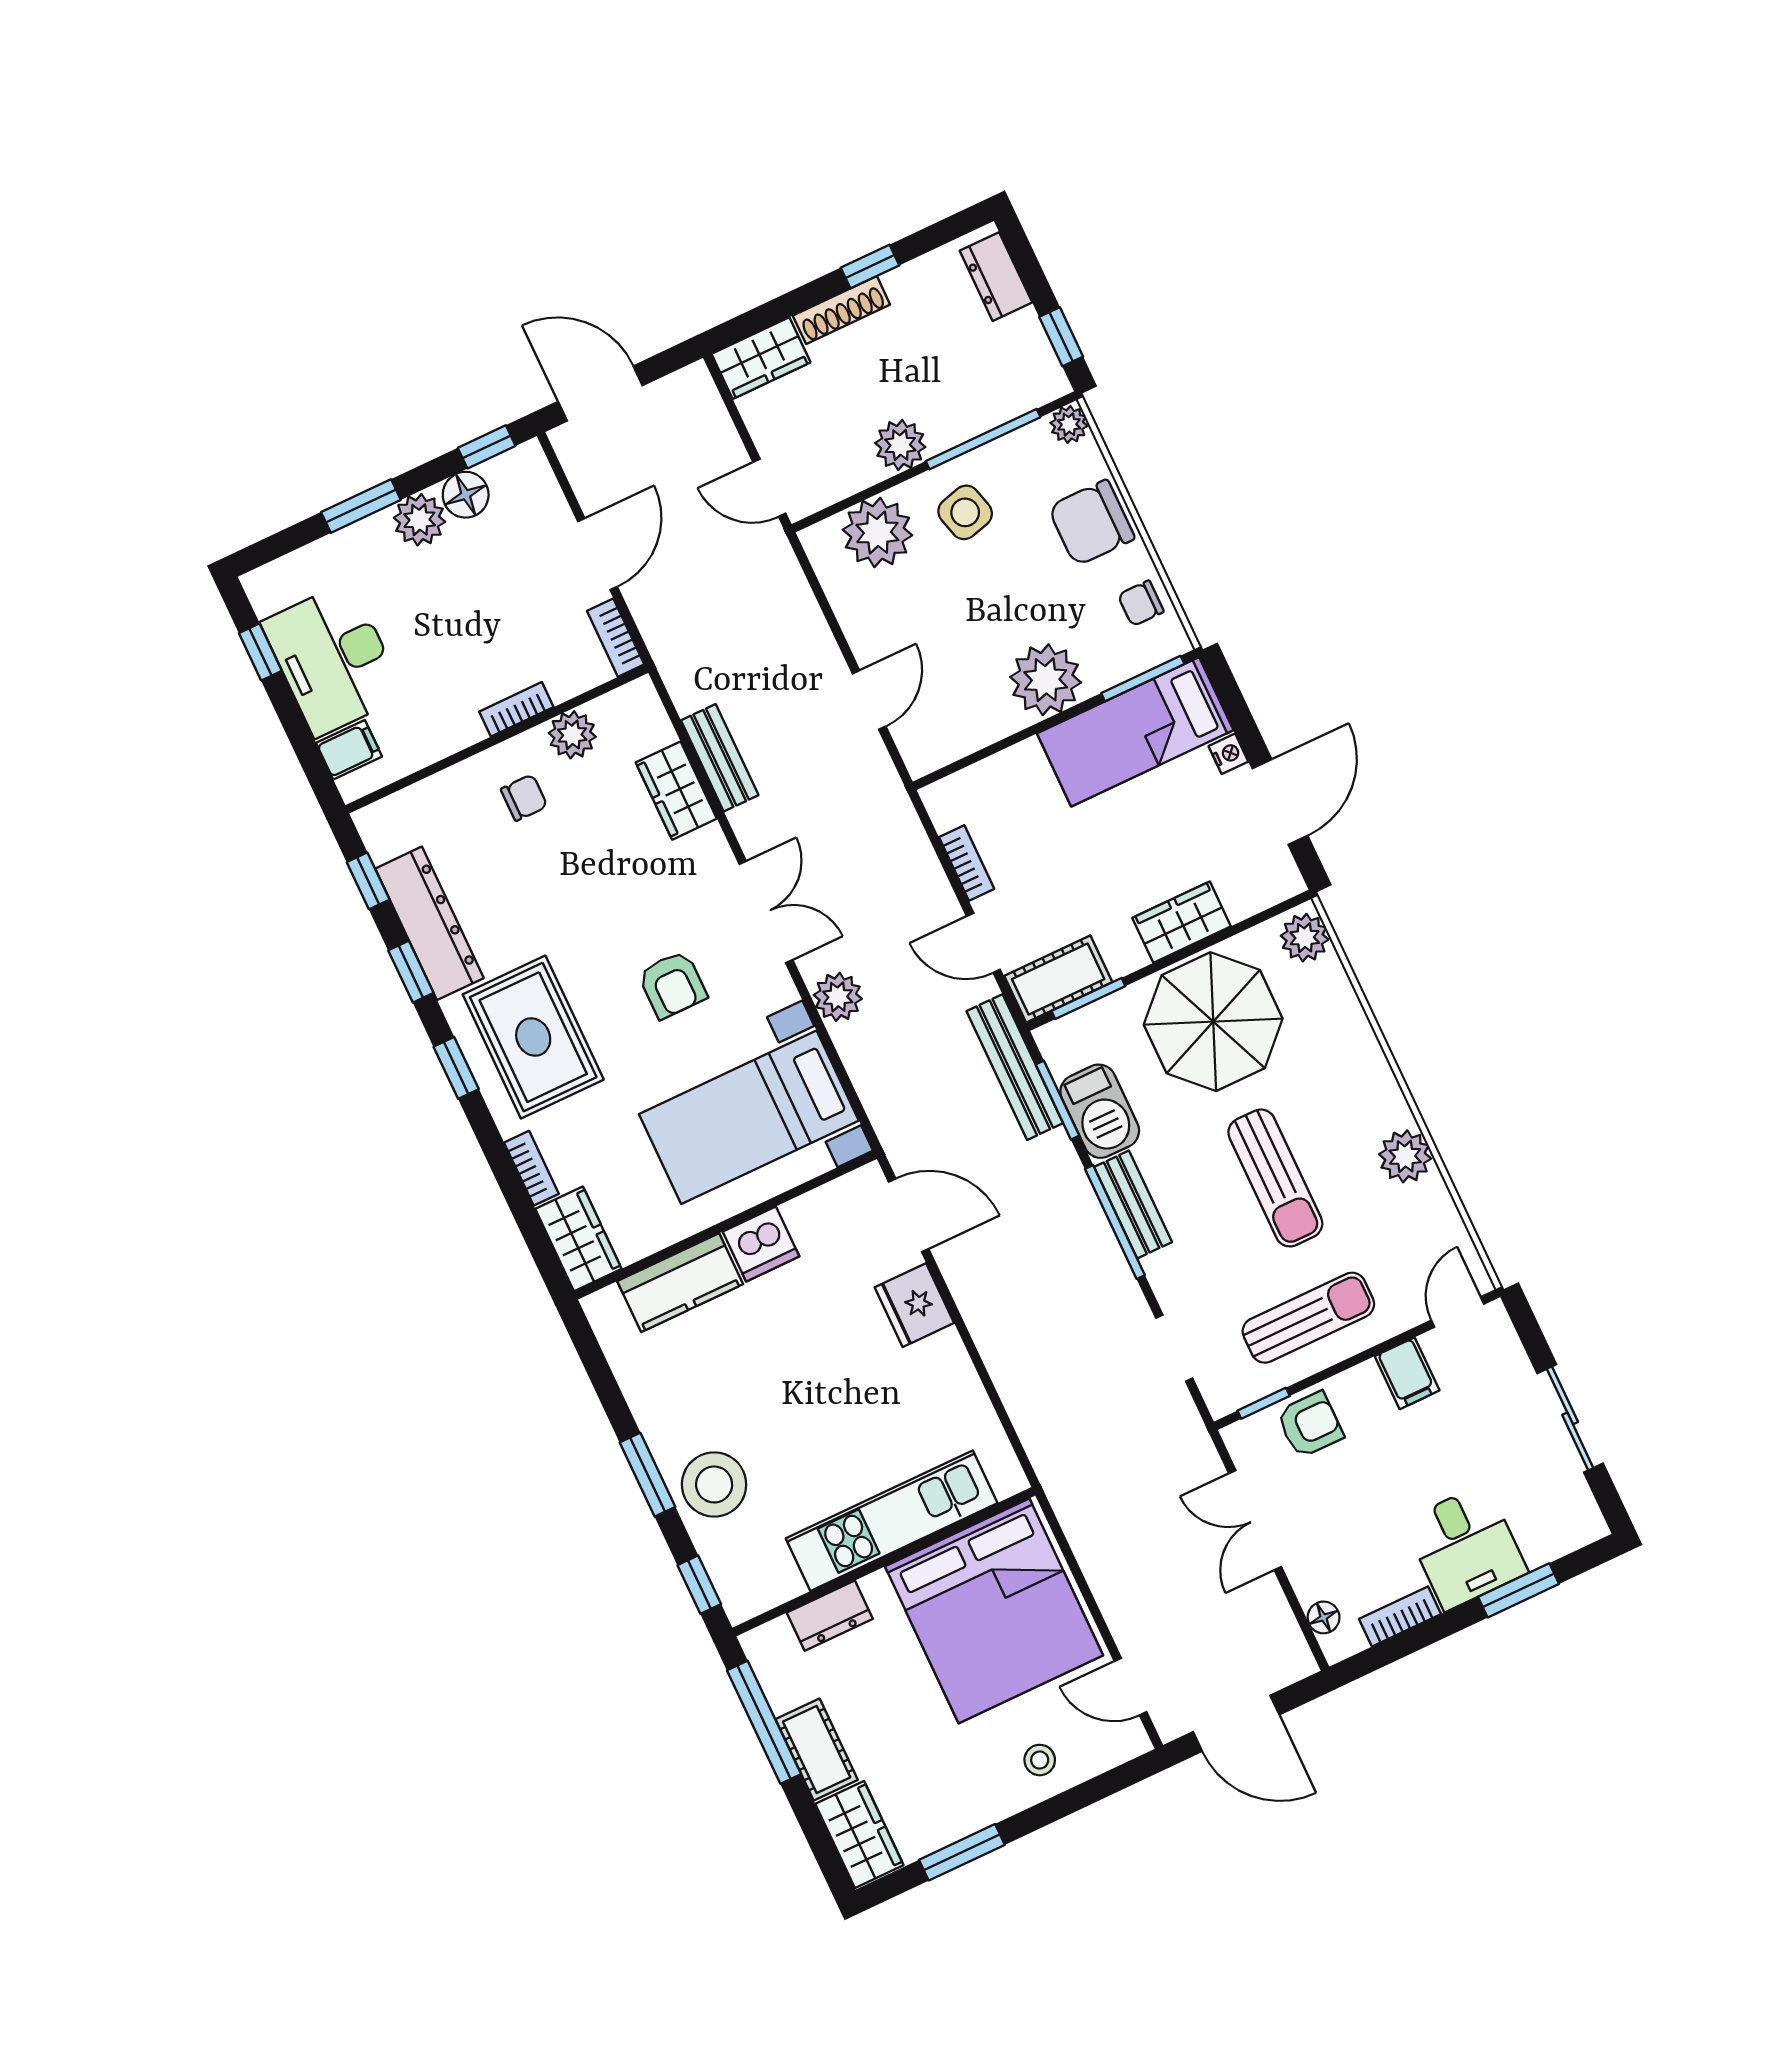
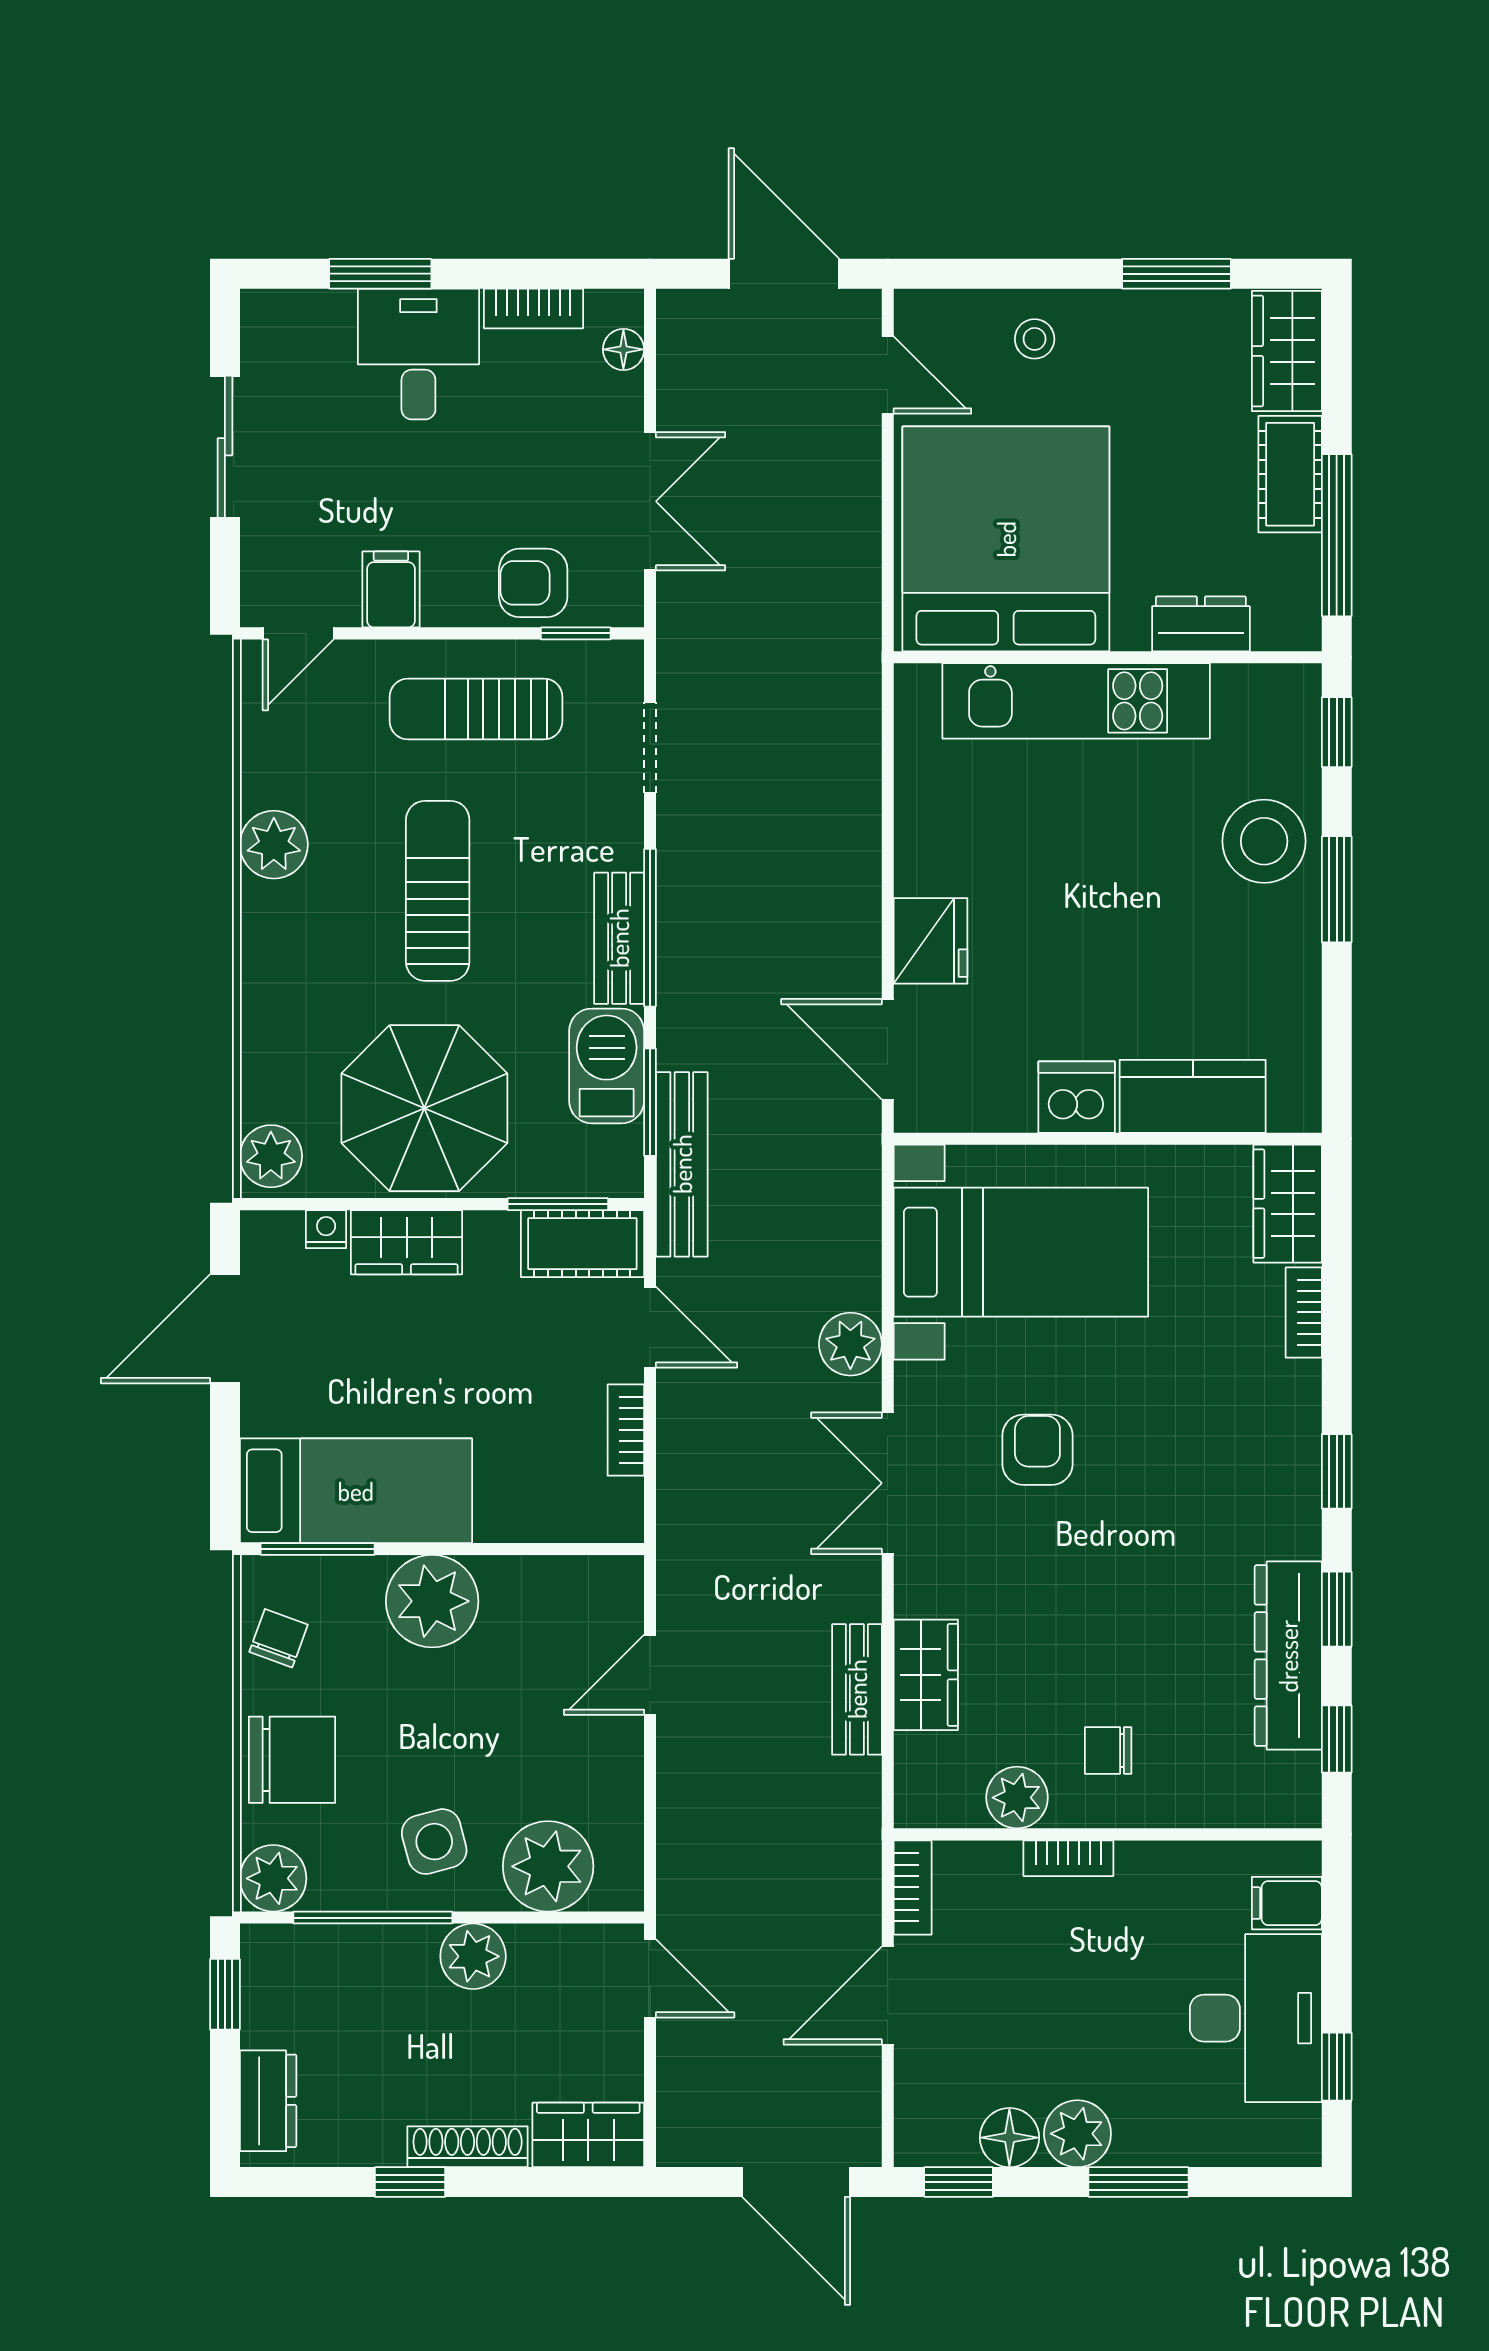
plant: (1069, 424) -> (273, 1878), width x1.38, depth x1.38
chair: (1141, 603) -> (279, 1638), turned -70
nightstand: (1228, 754) -> (326, 1229), moved, turned 90
rug: (533, 1037) -> (1229, 1465), removed

